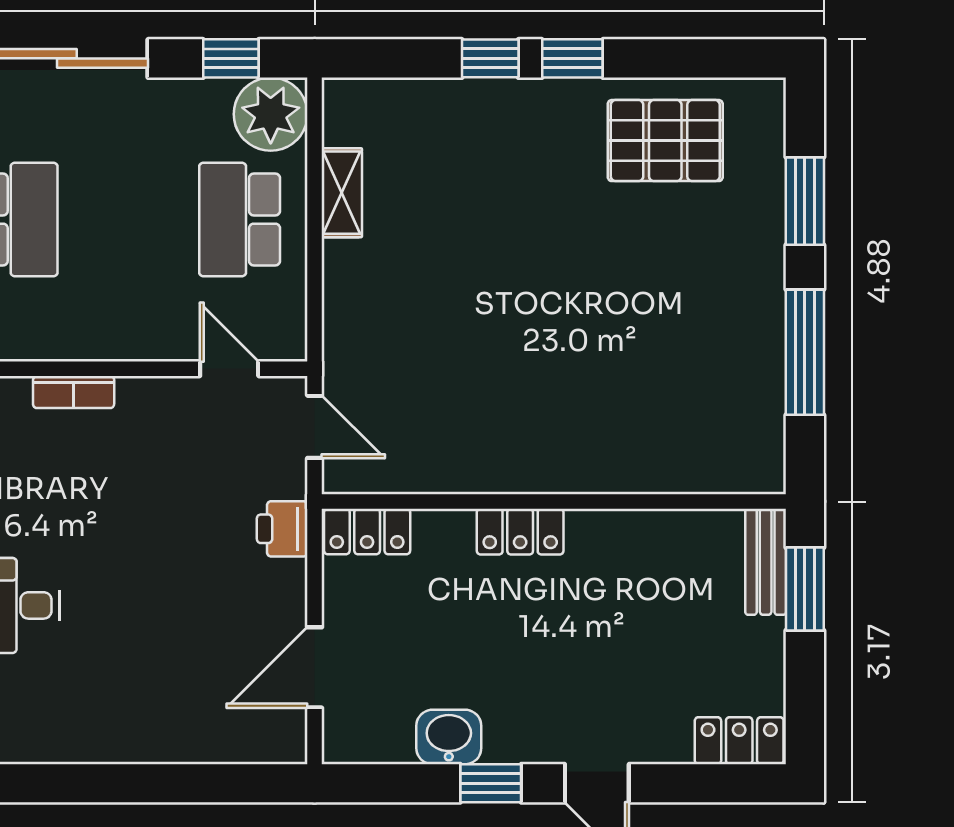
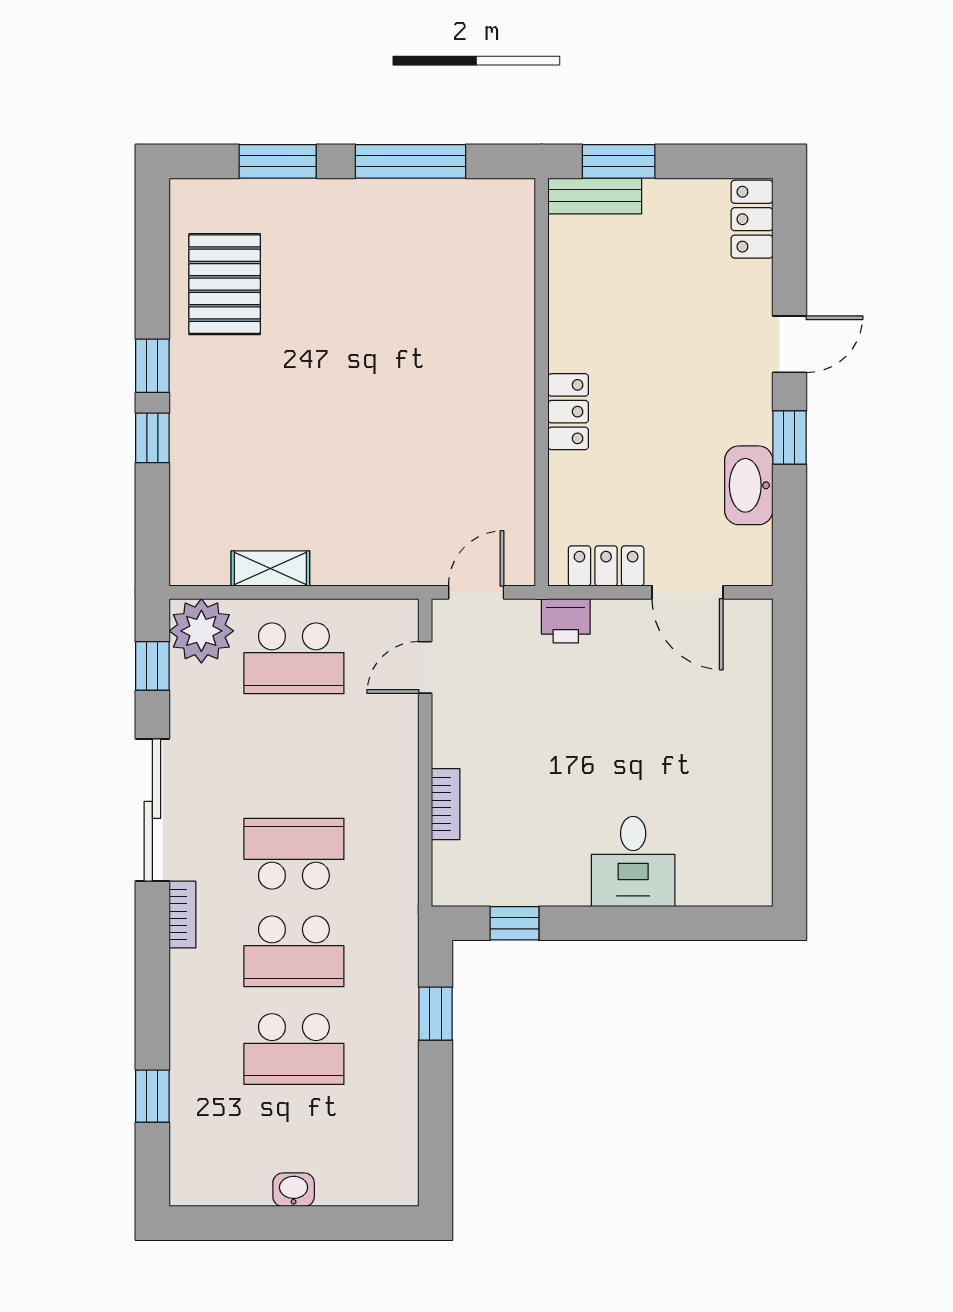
locker: (367, 531) -> (606, 566), moved, turned -90
washbasin: (449, 737) -> (749, 485), width x1.38

